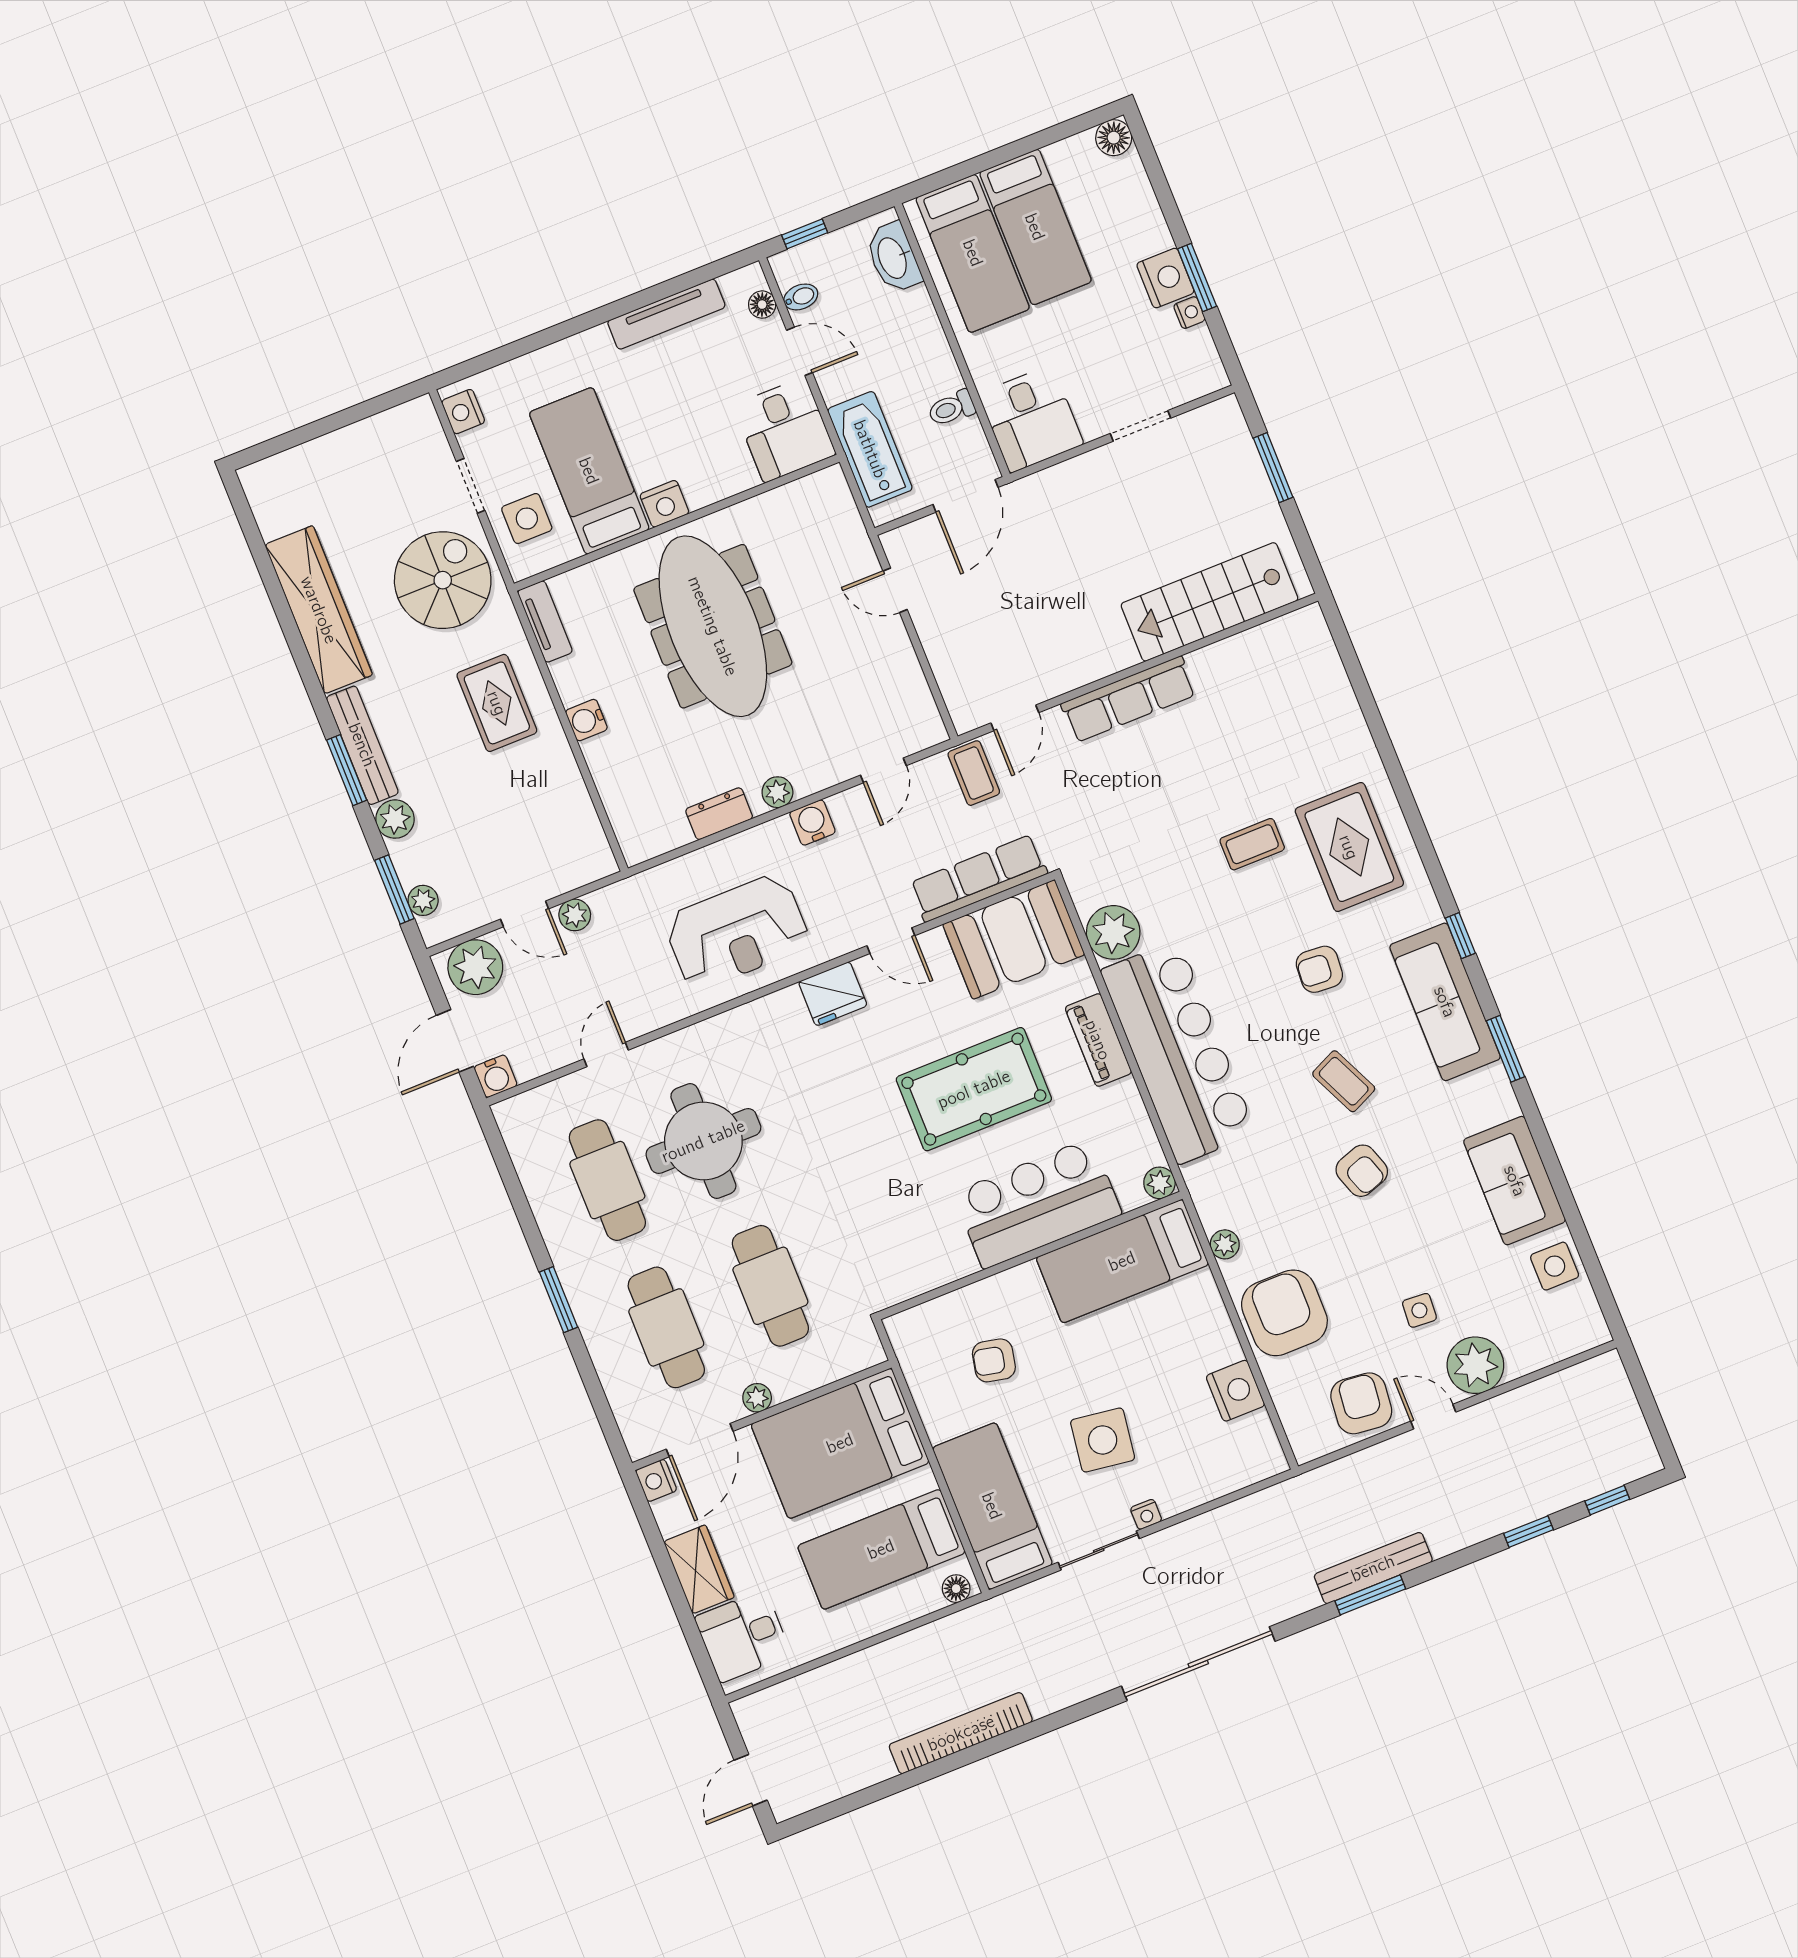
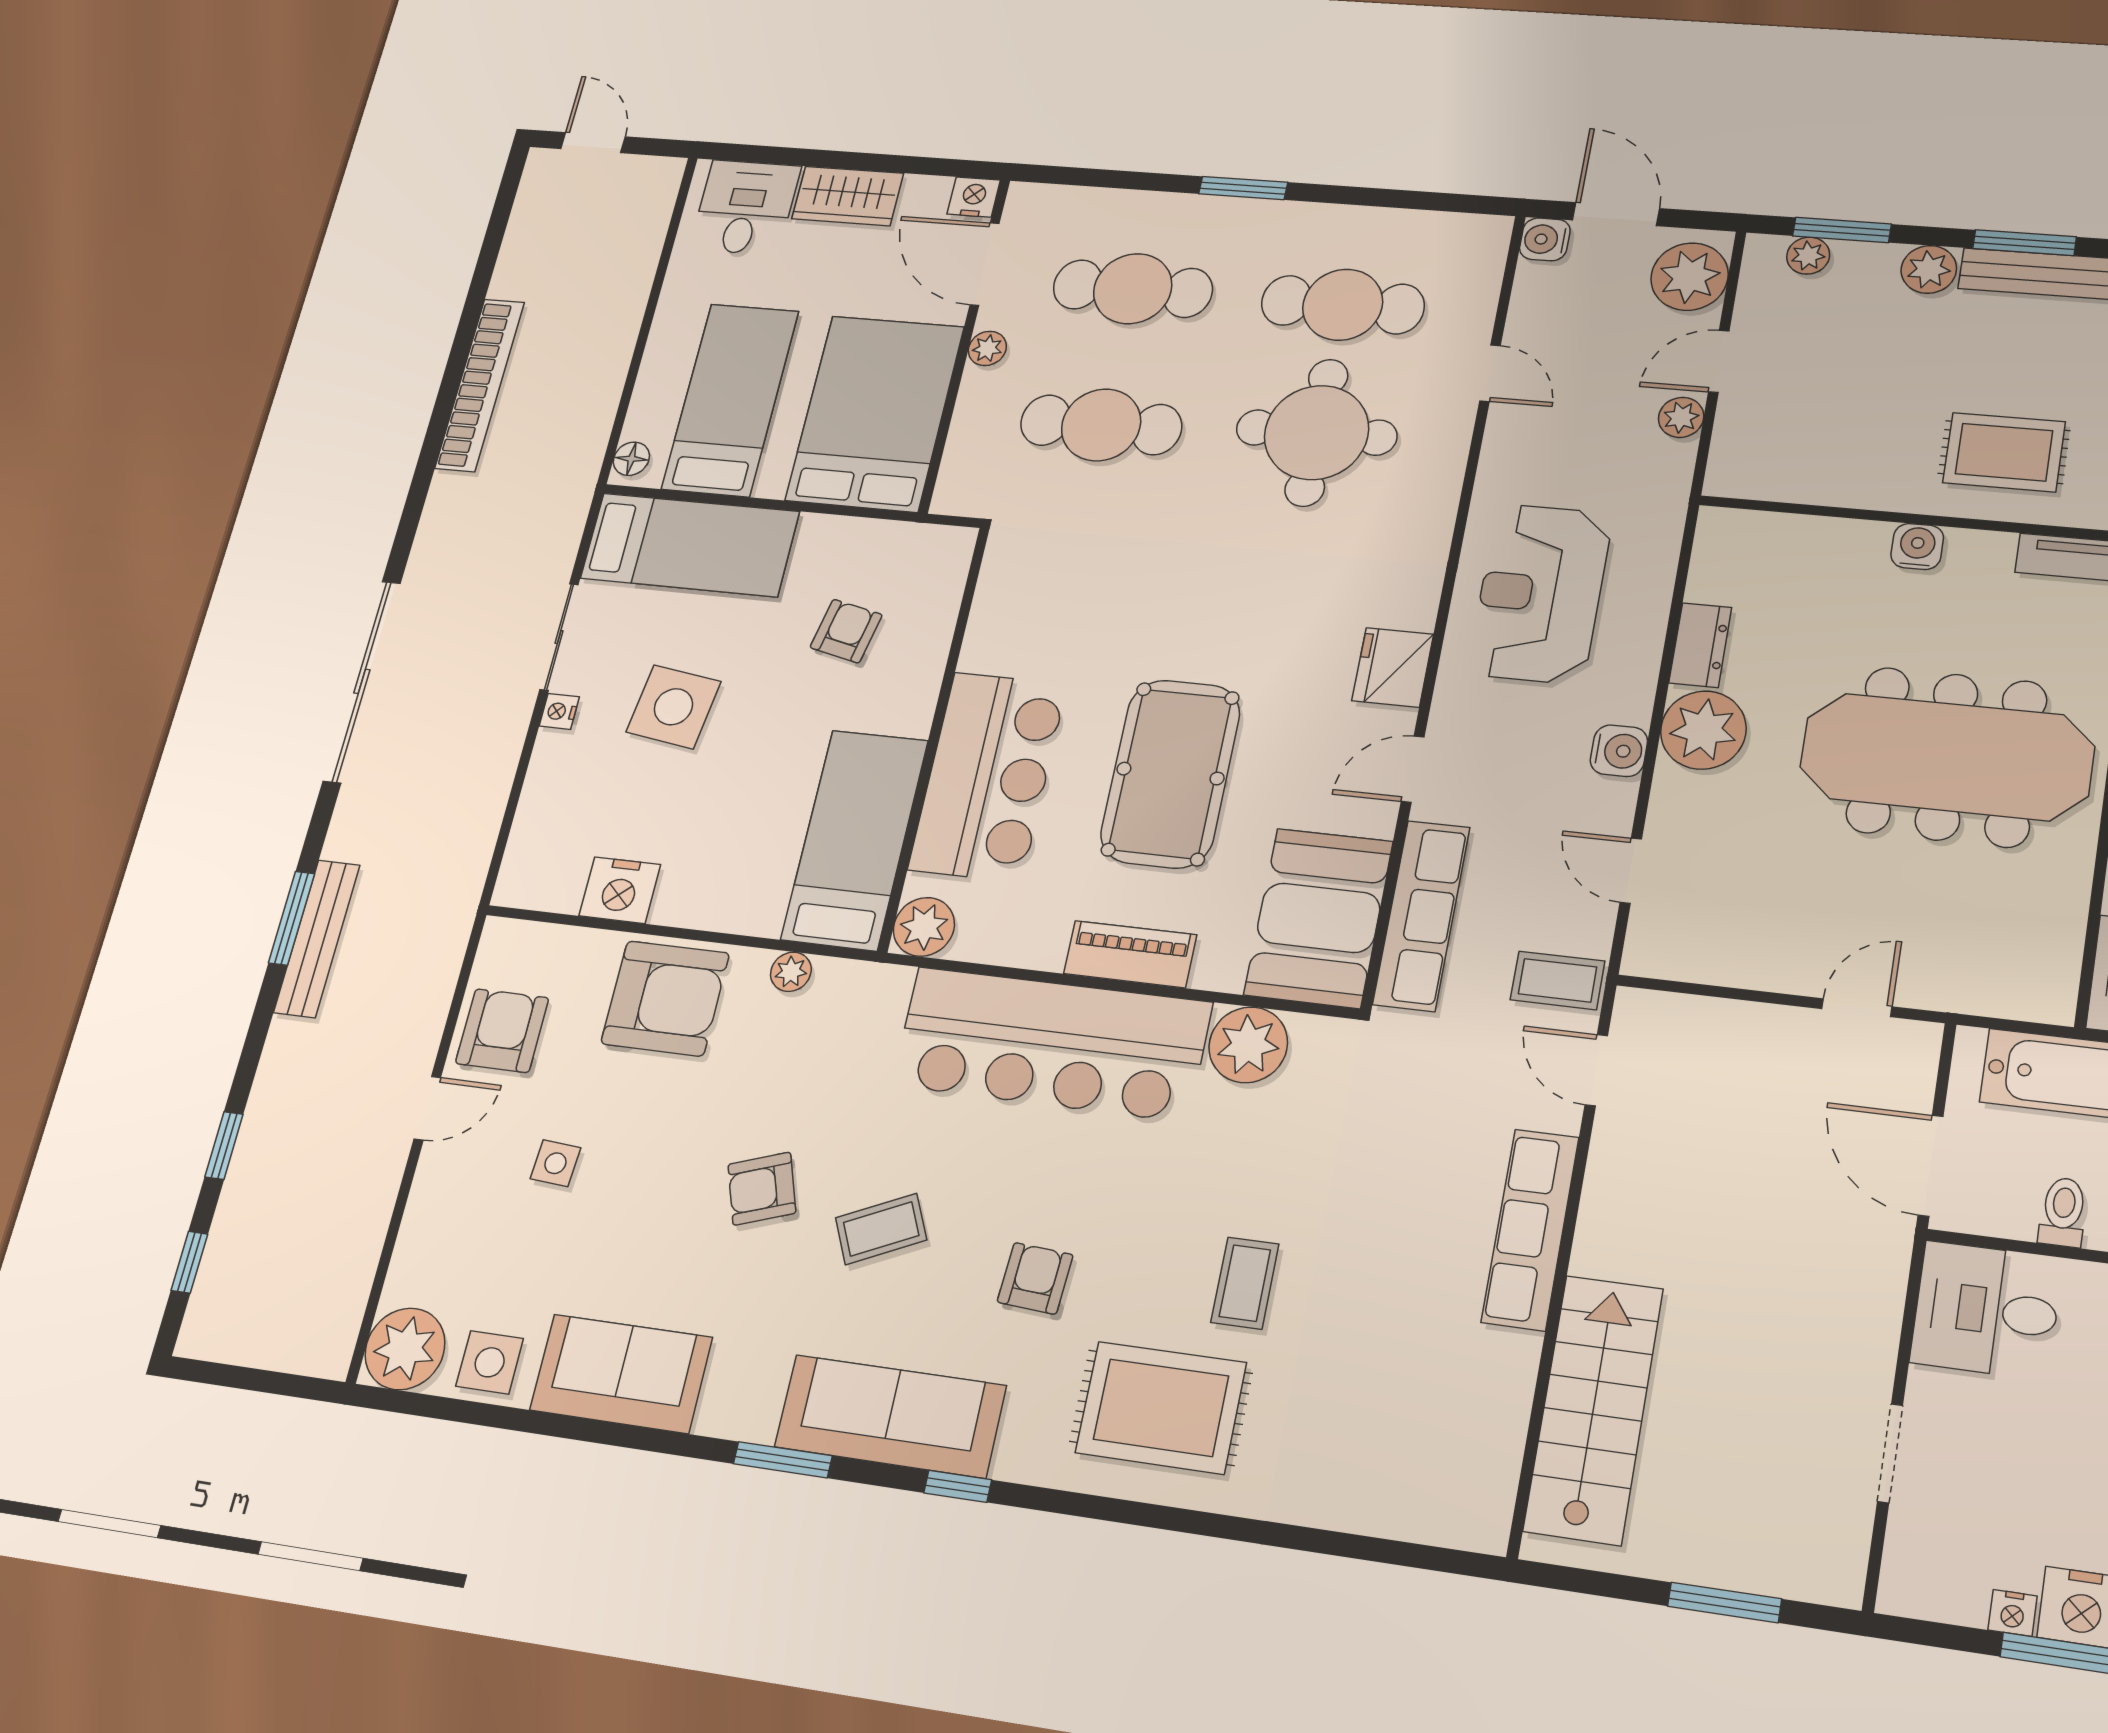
plant: (777, 792) -> (1703, 730), width x1.88, depth x1.88
plant: (1159, 1183) -> (924, 927), width x1.38, depth x1.38
plant: (1475, 1365) -> (405, 1349), moved
armchair: (1361, 1403) -> (502, 1031), turned -96

